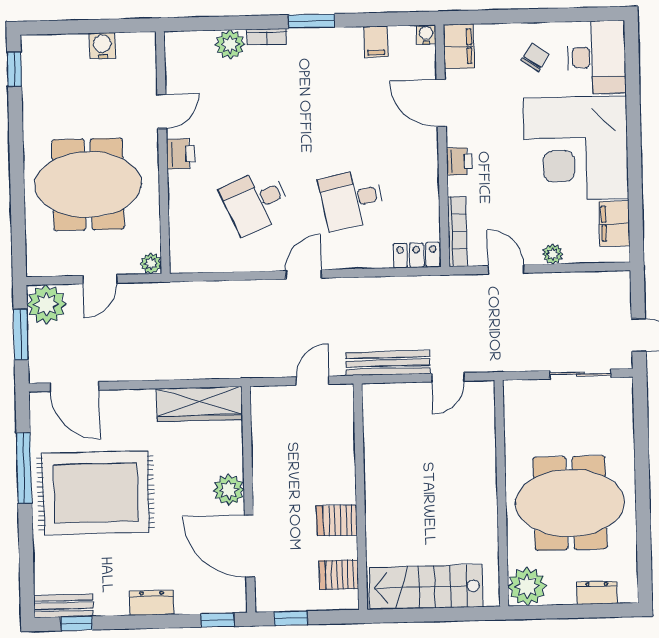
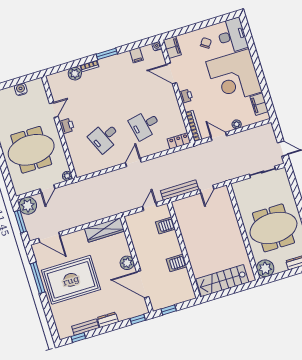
server rack: (339, 575) -> (165, 226), moved
bench: (63, 606) -> (85, 327), moved

